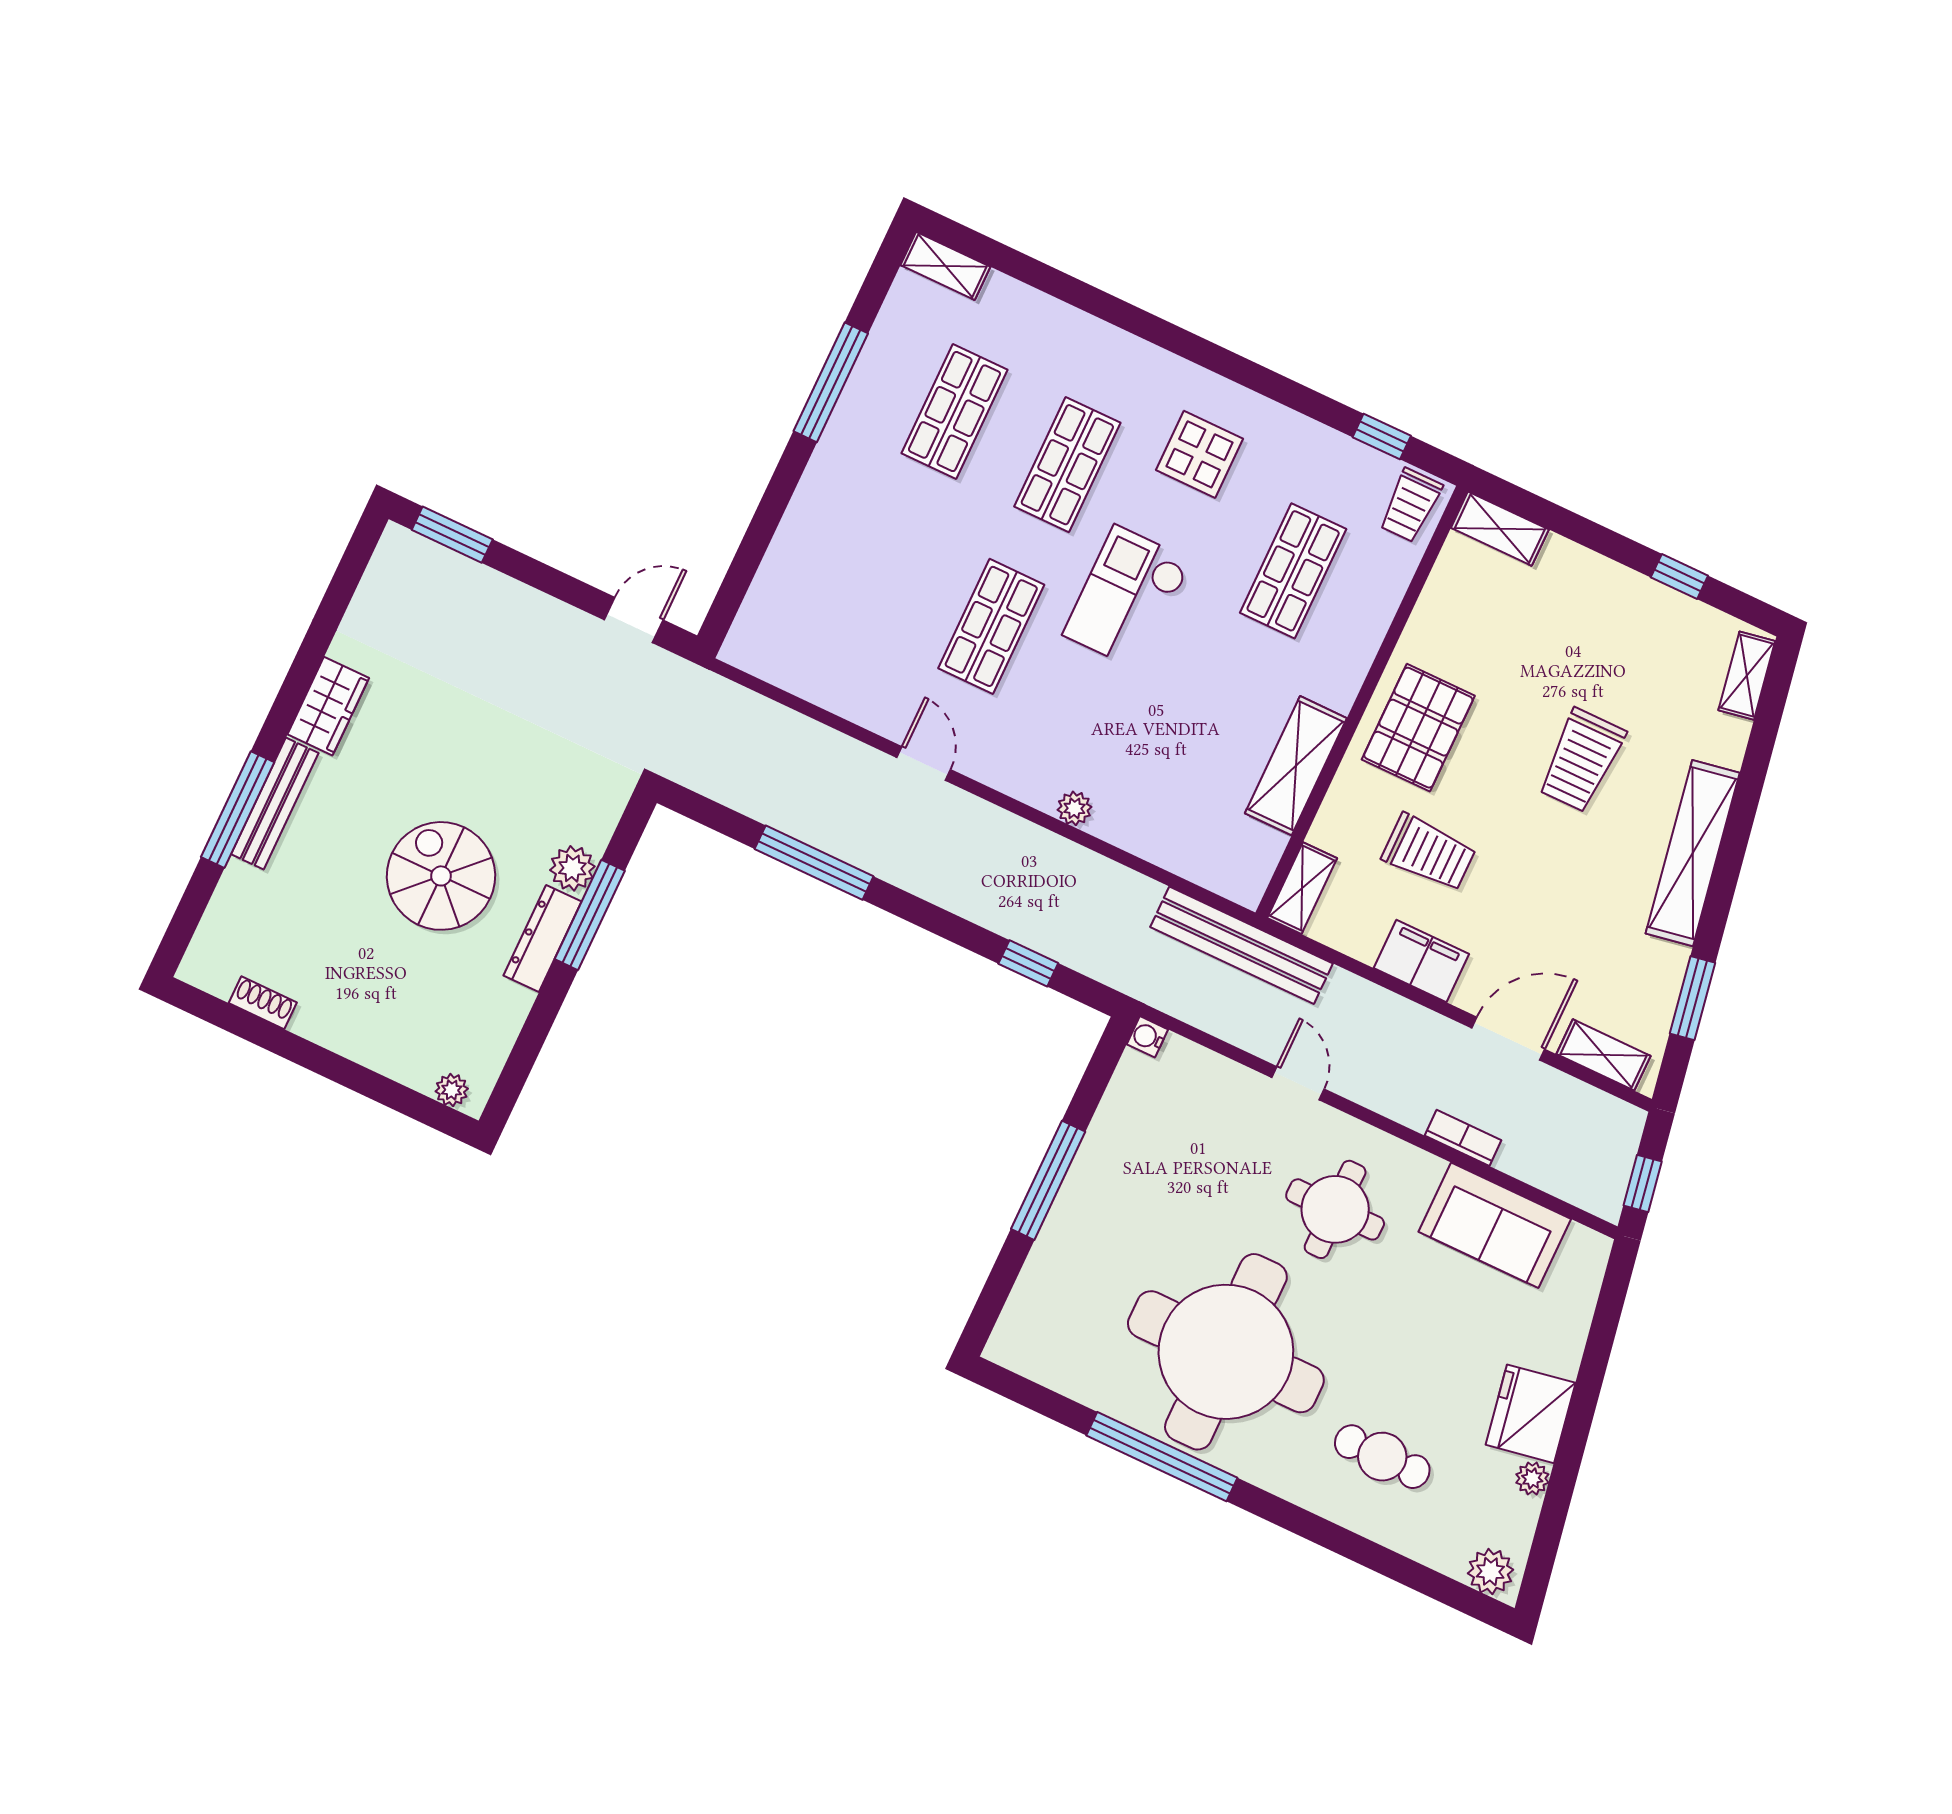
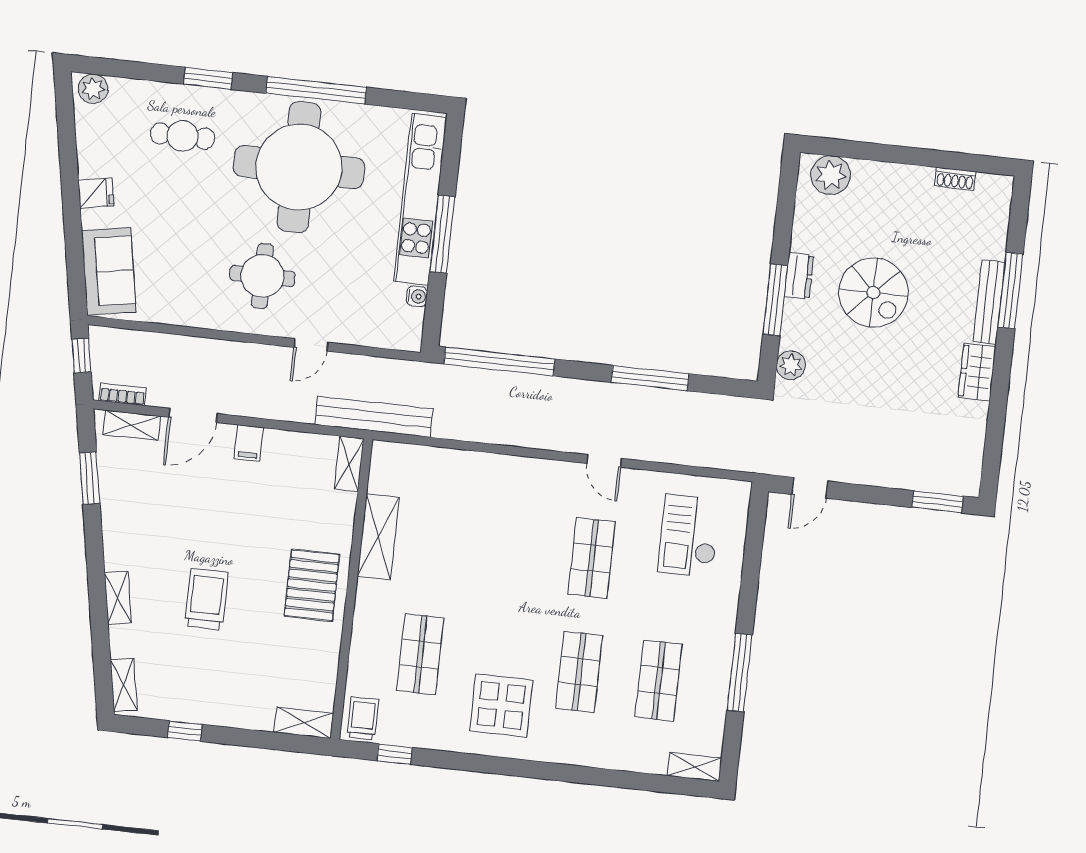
display table: (1200, 454) -> (501, 705), width x1.36, depth x1.36
checkout: (1127, 598) -> (689, 536), moved, turned 180
plant: (1074, 808) -> (504, 465), removed
trolley: (1429, 853) -> (280, 512), removed
shelving: (1693, 853) -> (118, 598), width x0.45, depth x0.75
plant: (572, 868) -> (791, 365), moved
dresser: (543, 938) -> (799, 276), width x0.70
filing cabinet: (1421, 961) -> (249, 443), width x0.50
window: (1028, 963) -> (499, 361), width x3.17
water cooler: (1147, 1037) -> (417, 296), moved
door: (1298, 1083) -> (311, 345), hinge flipped
plant: (452, 1090) -> (831, 175), width x1.88, depth x1.88
bookcase: (1463, 1138) -> (122, 394), moved, turned 180
sofa: (1495, 1225) -> (109, 271), moved, turned 80
kitchen unit: (1063, 1243) -> (420, 199), added
fridge: (1531, 1414) -> (96, 193), width x0.53, depth x0.75
plant: (1532, 1478) -> (87, 154), removed
window: (1315, 1529) -> (208, 78), added

